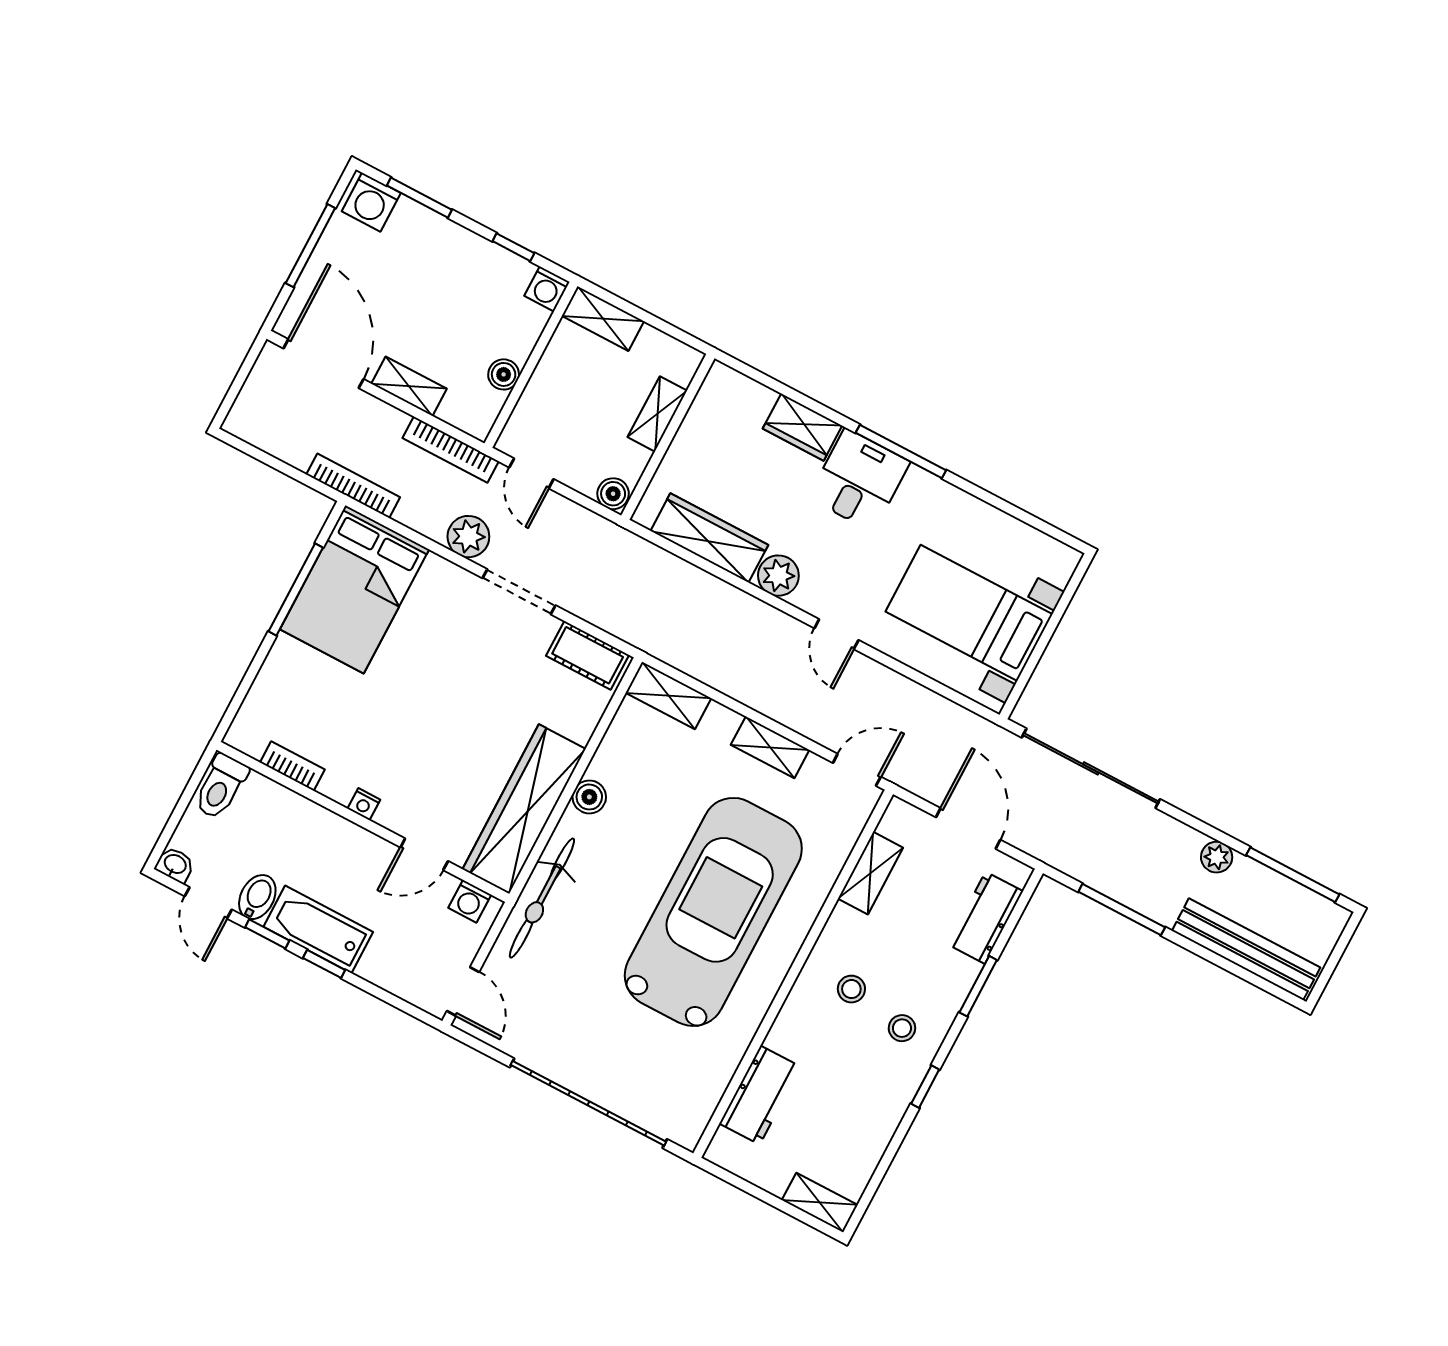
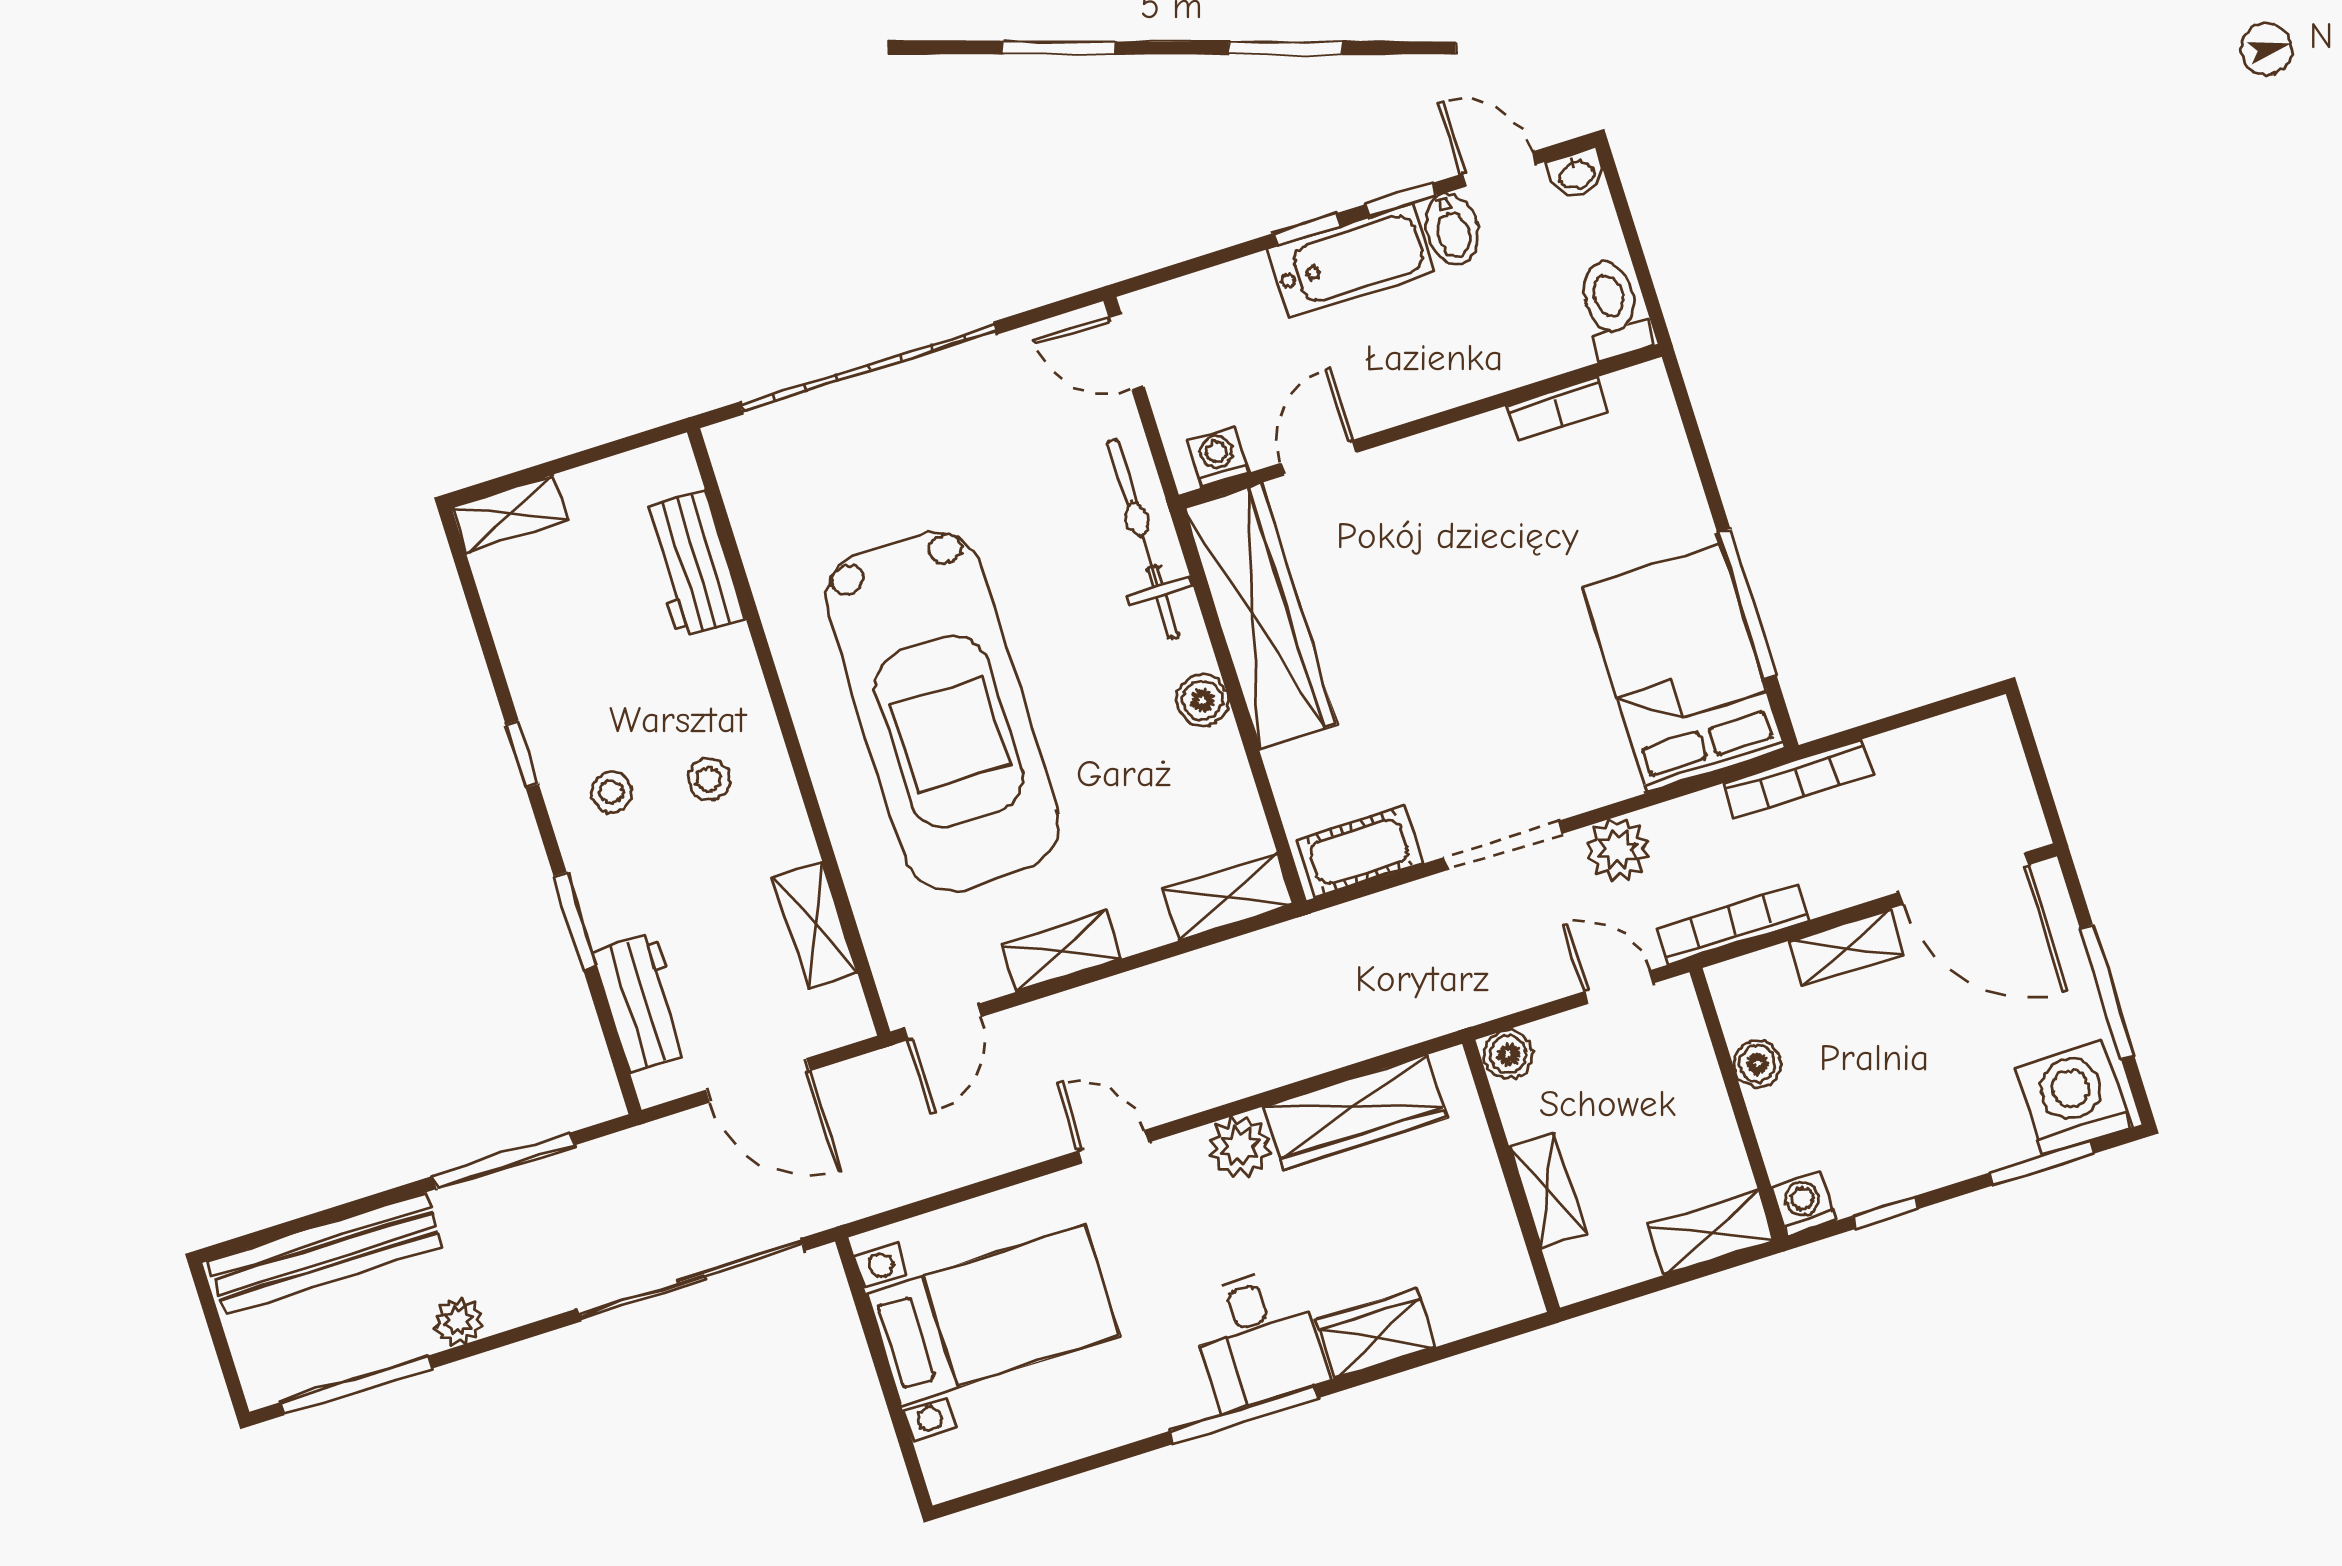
washing machine: (371, 202) -> (2073, 1097), width x1.37, depth x1.37
nightstand: (364, 804) -> (1438, 446), removed

